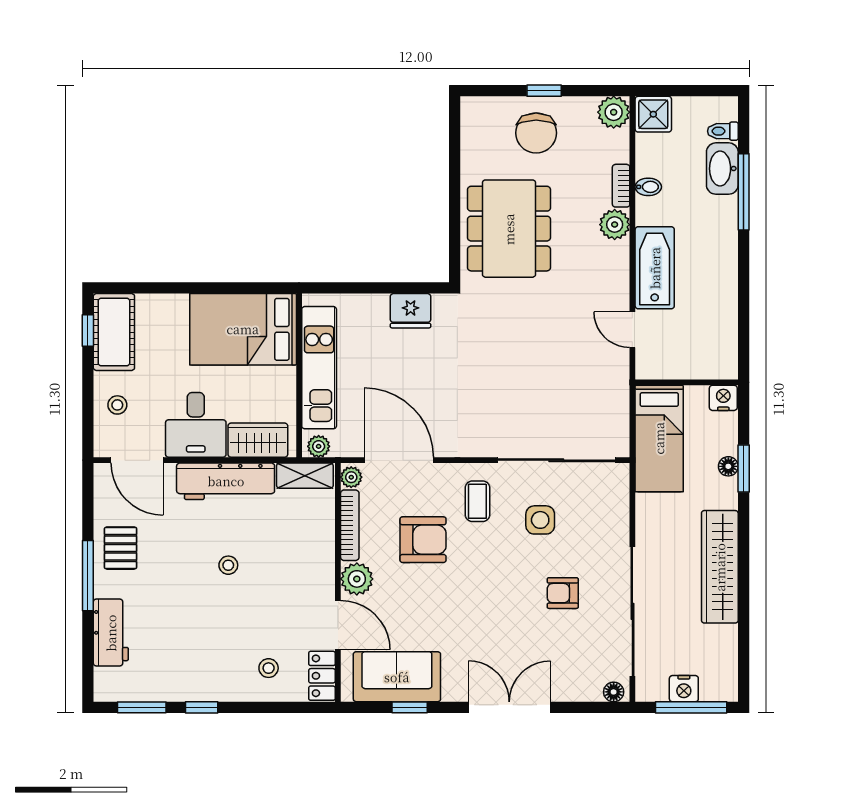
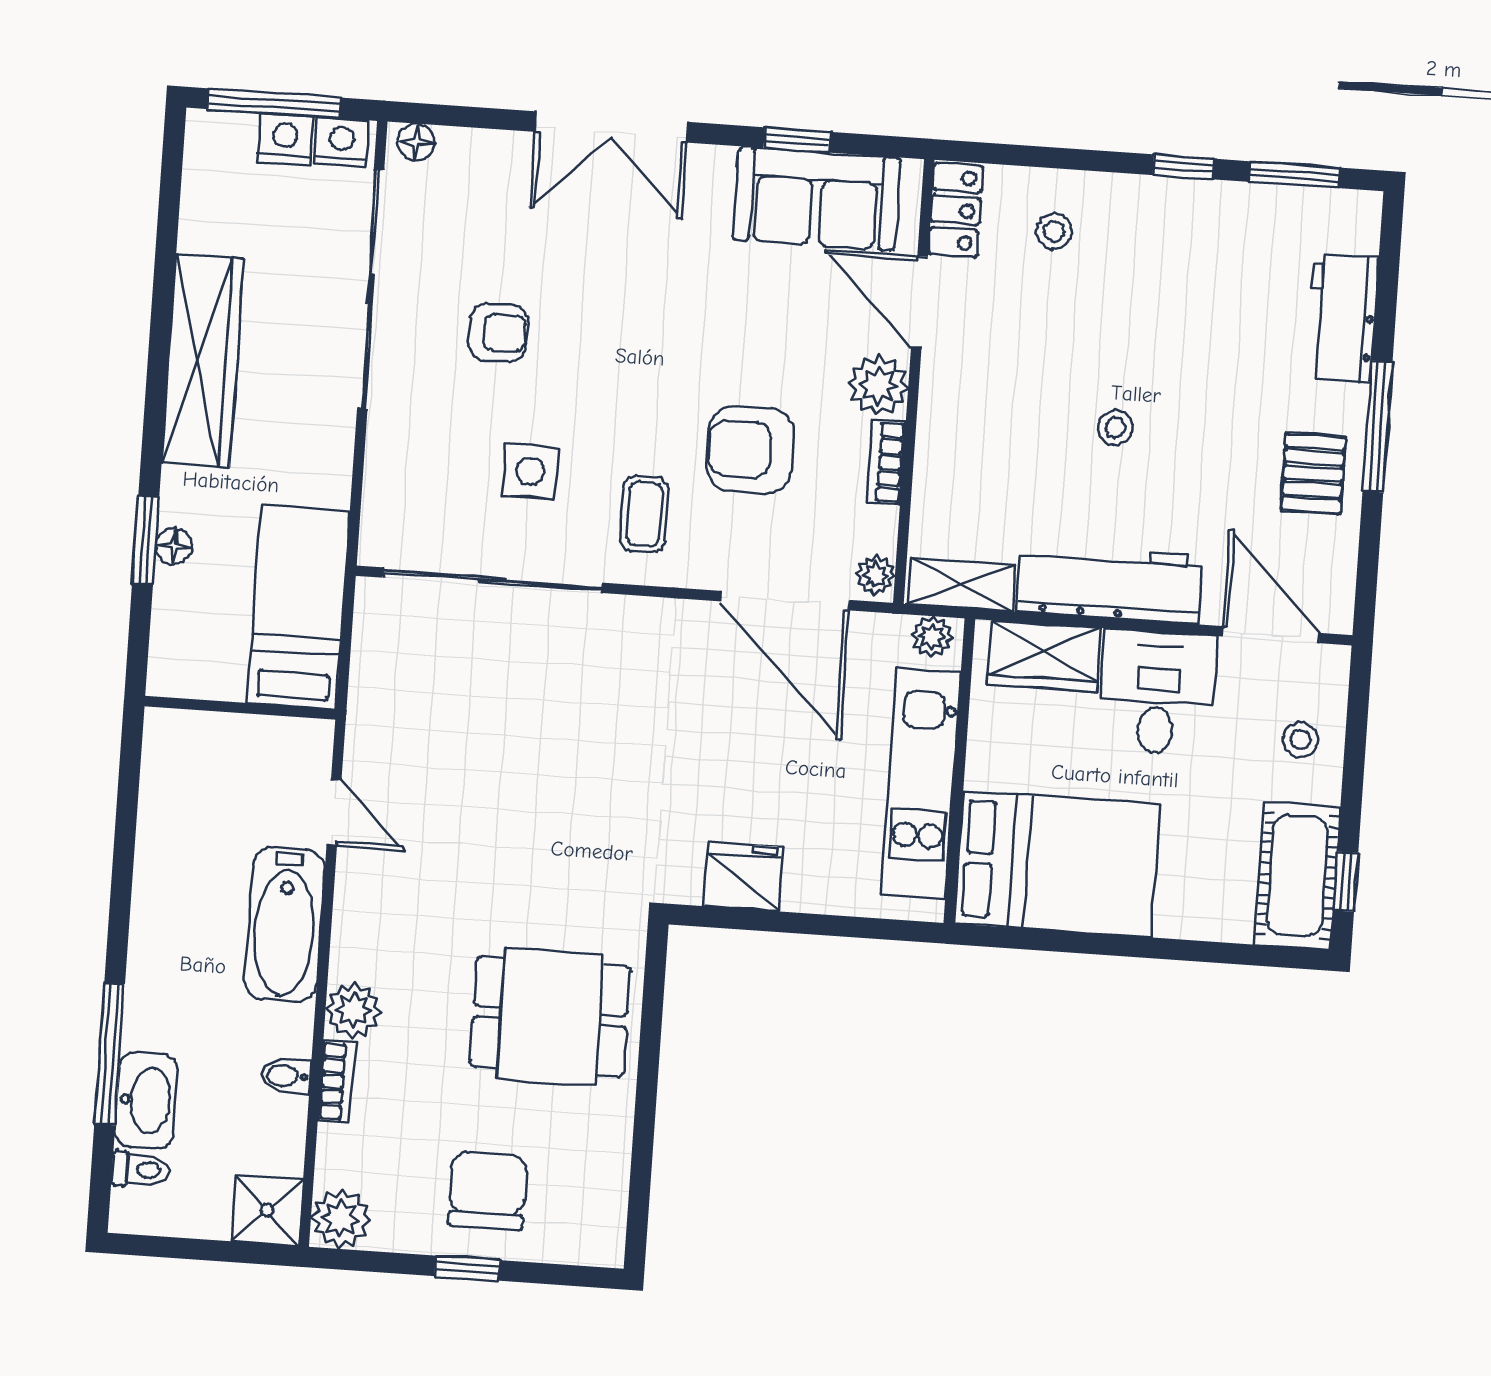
dining table: (509, 229) -> (550, 1016), width x0.73
nightstand: (723, 398) -> (342, 142), moved, turned 180
bookcase: (350, 525) -> (886, 462), width x0.64

